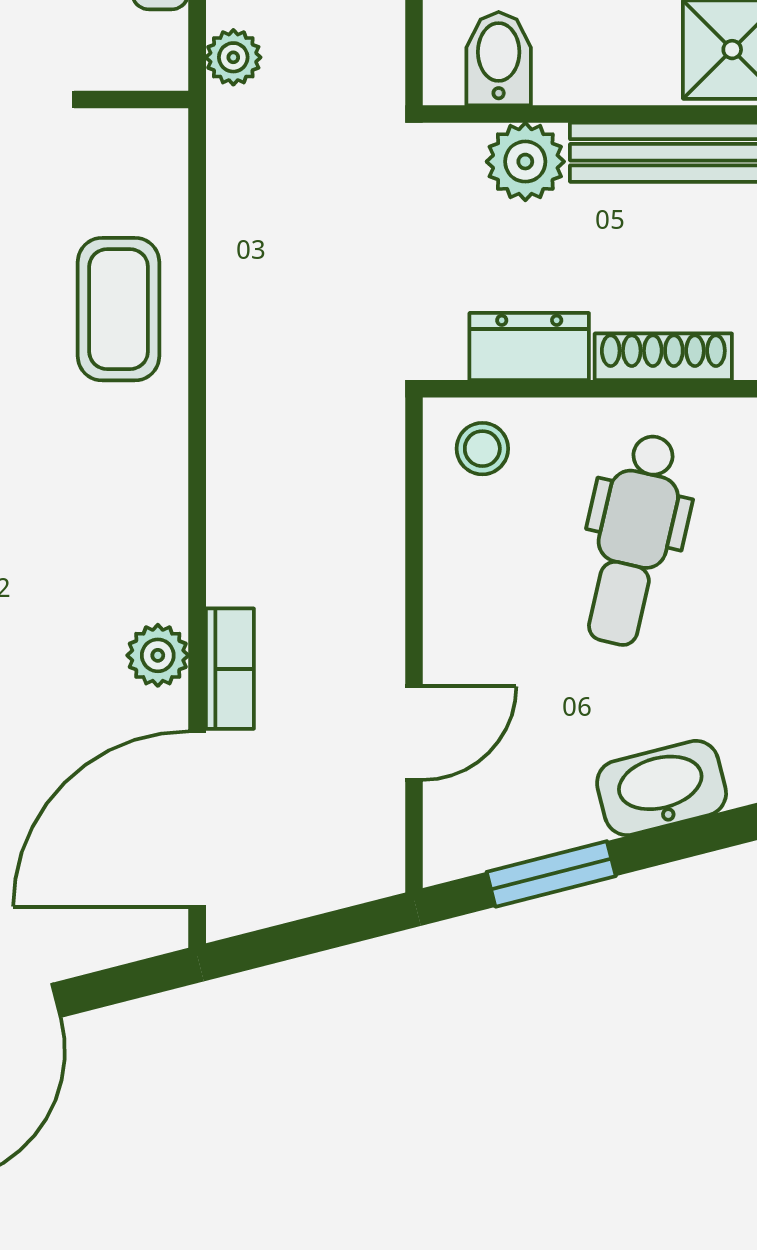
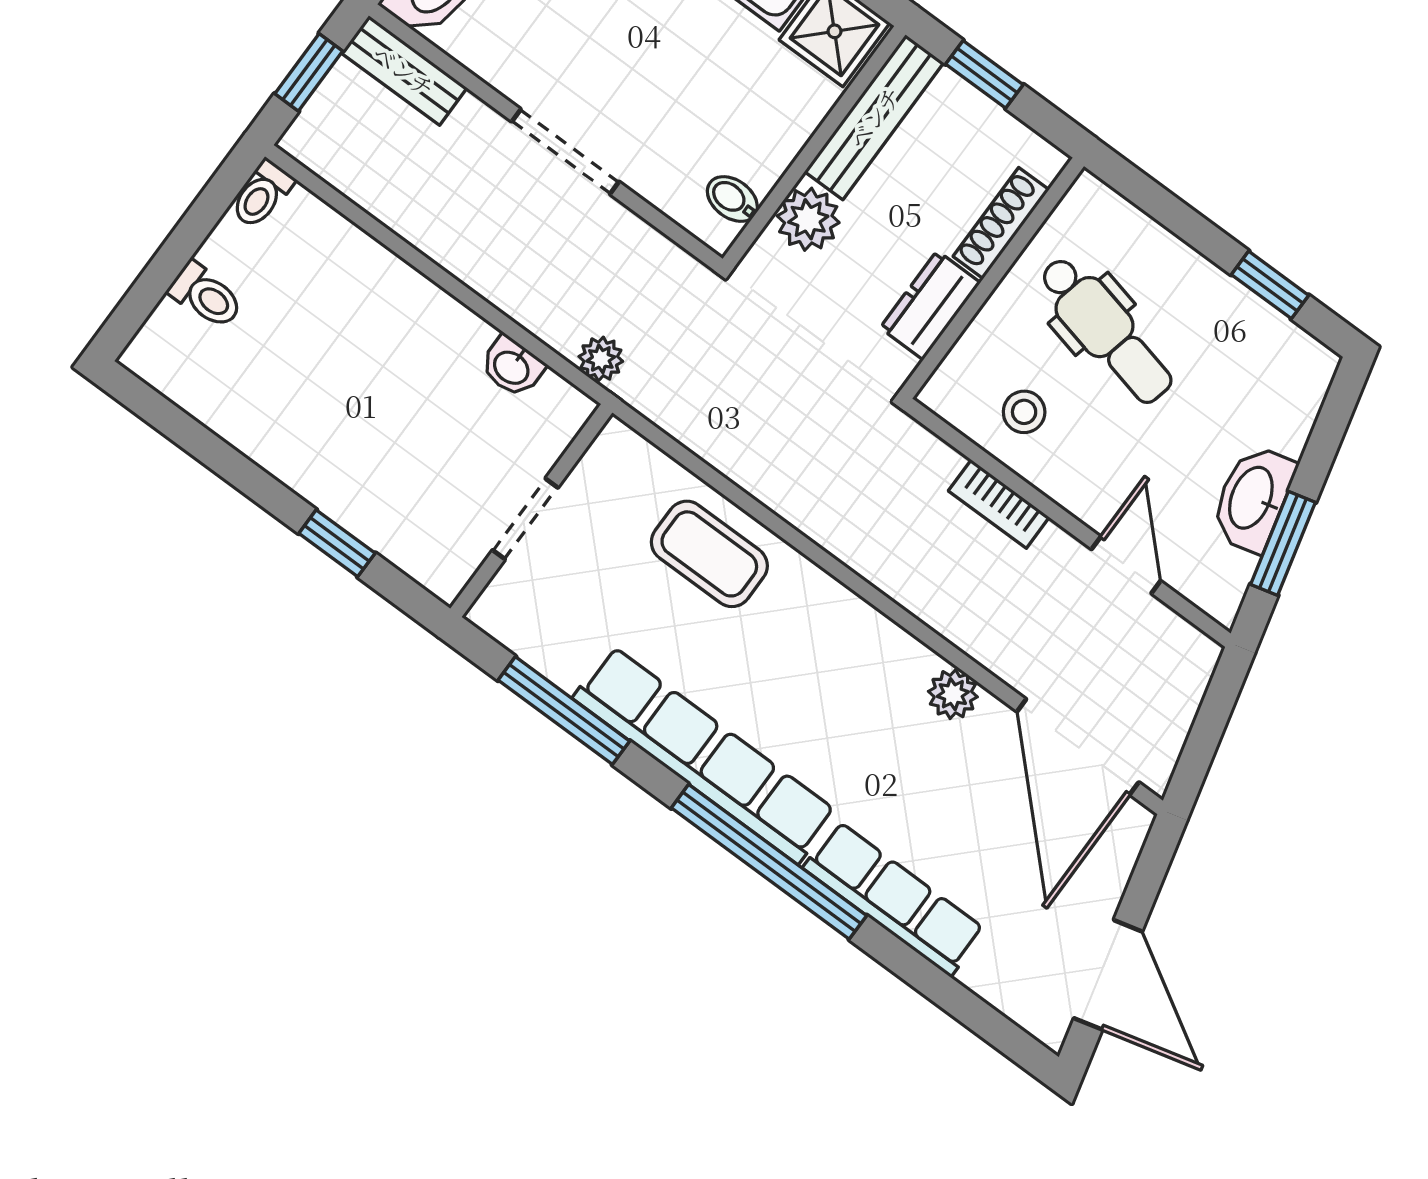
bidet: (499, 59) -> (732, 199), width x0.72, depth x0.74
stool: (482, 449) -> (1024, 412), moved
bookcase: (230, 669) -> (999, 504), moved, turned 180
washbasin: (662, 788) -> (1253, 498), moved

